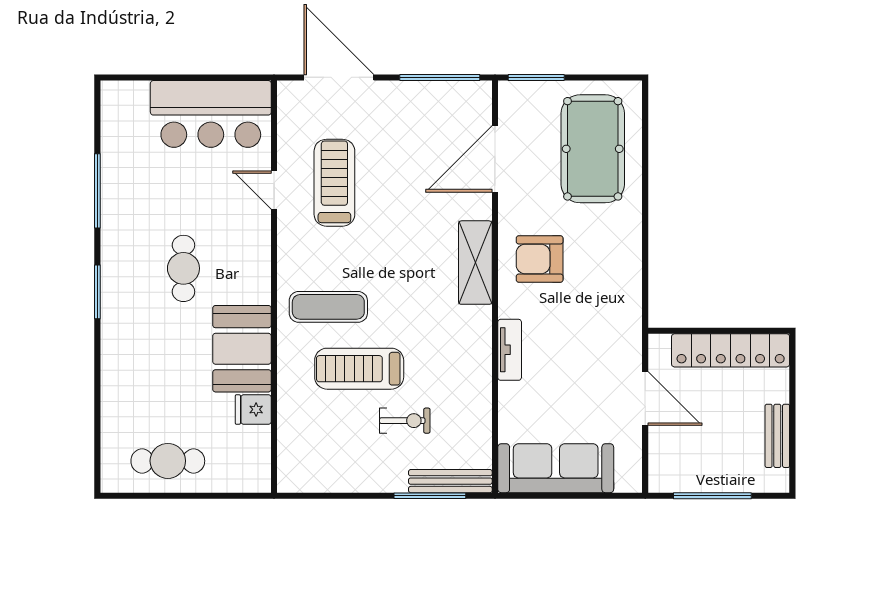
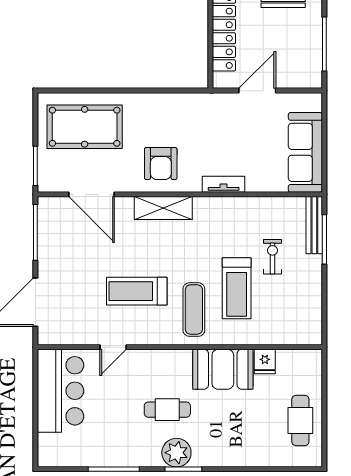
treadmill: (334, 183) -> (137, 291), moved
plant: (121, 282) -> (176, 453), added

